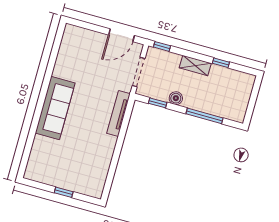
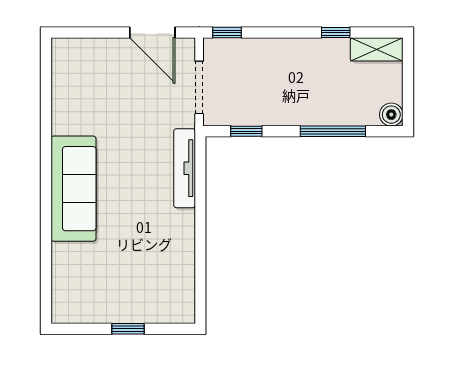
door: (121, 35) -> (152, 33), hinge flipped
shelving: (195, 66) -> (377, 49), moved
boiler: (176, 98) -> (391, 115), moved

